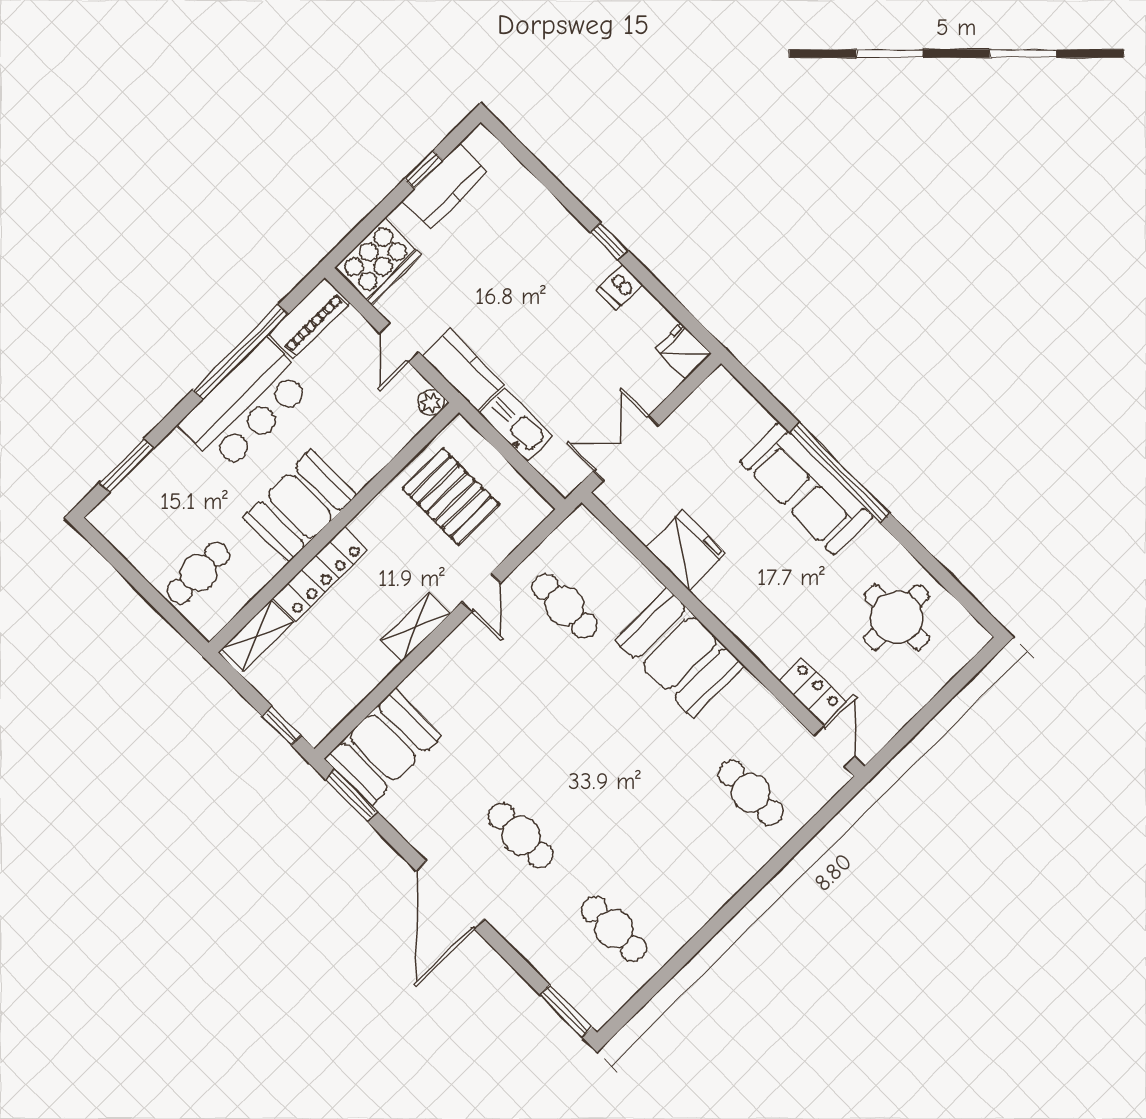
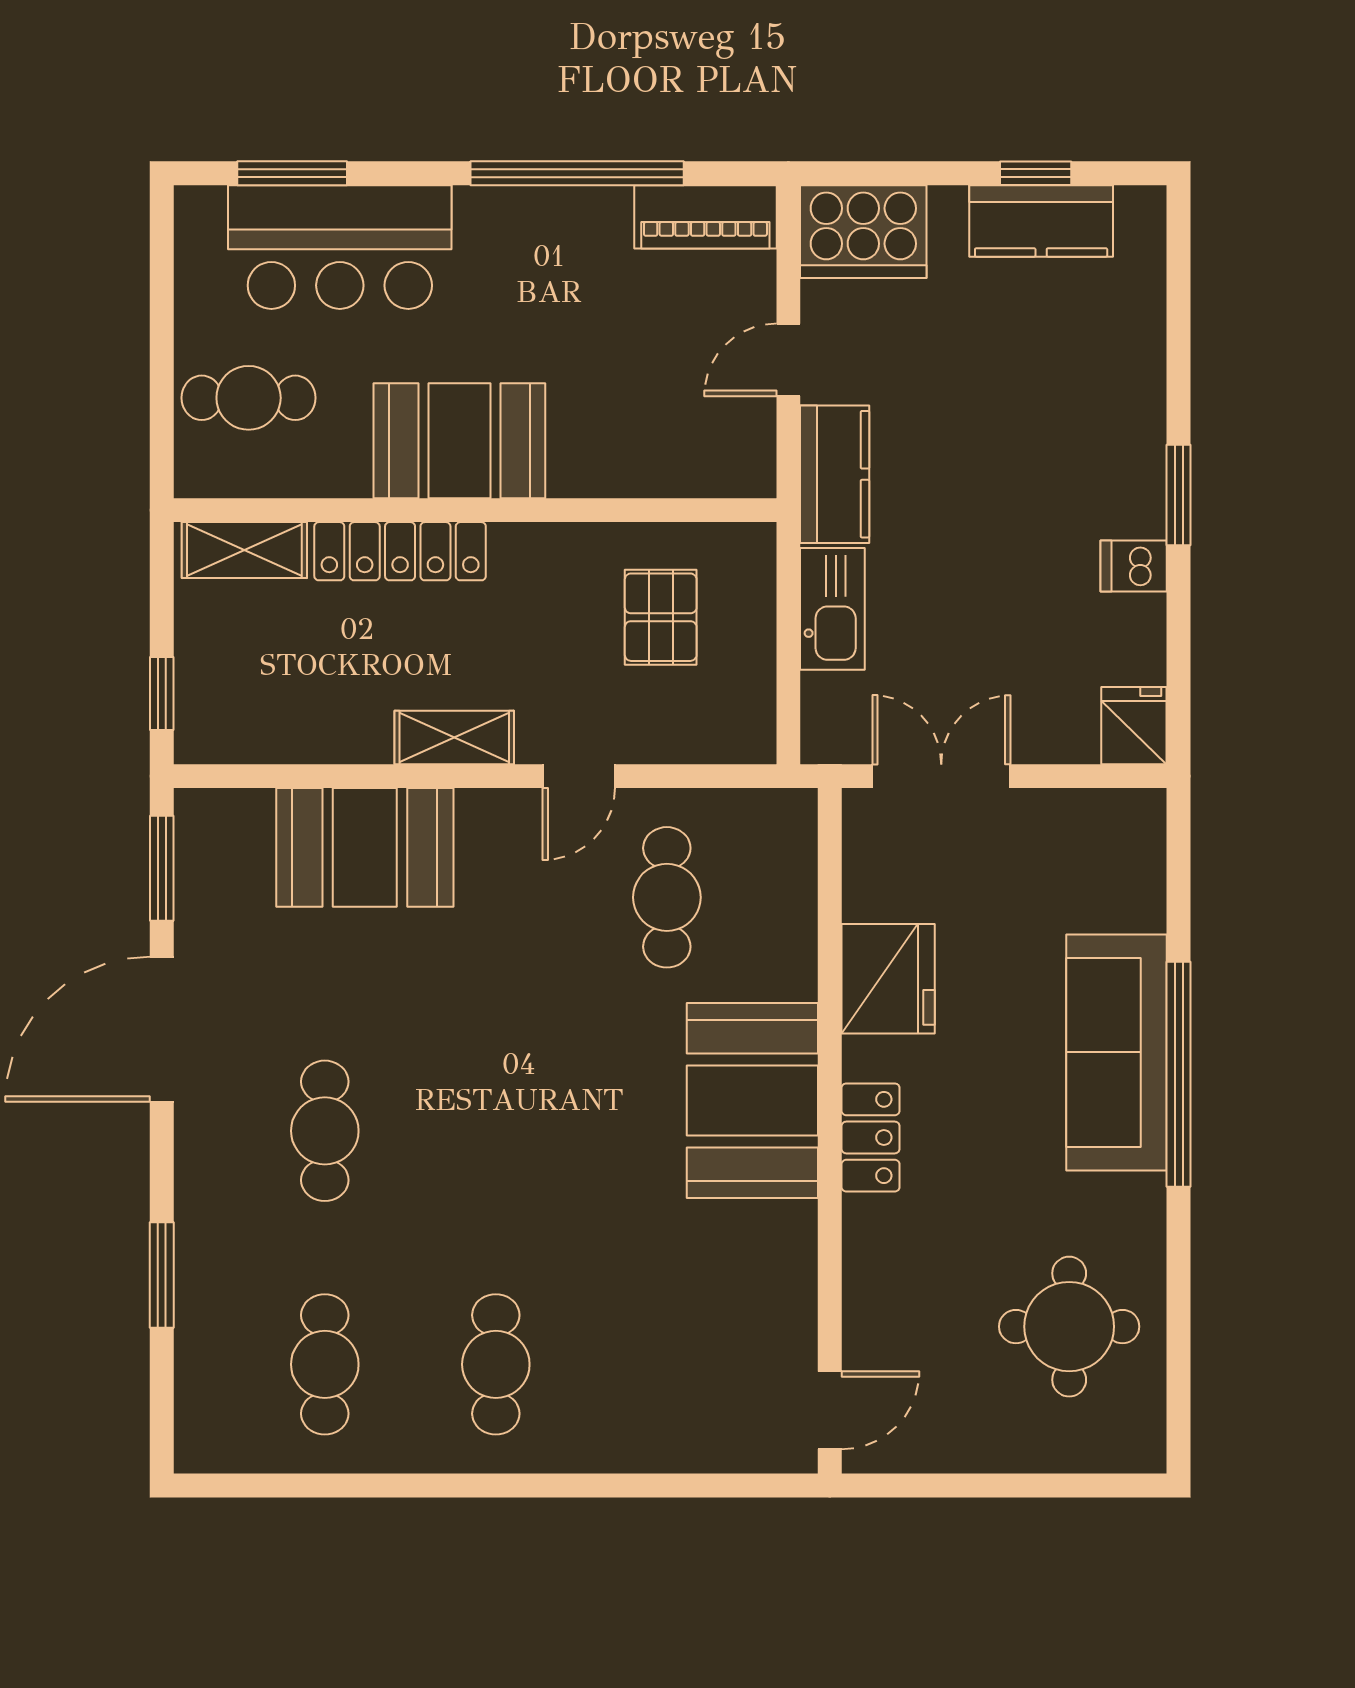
window: (609, 241) -> (1179, 495), width x1.50
plant: (431, 403) -> (754, 475), removed
bar counter: (246, 405) -> (340, 247), moved
pallet: (451, 496) -> (661, 617), width x0.67, depth x0.71
locker: (812, 691) -> (871, 1137), moved
booth: (383, 747) -> (365, 847), moved
cafe table: (751, 793) -> (496, 1364), moved
door: (450, 895) -> (162, 1029), moved
window: (566, 1011) -> (162, 1275), moved

